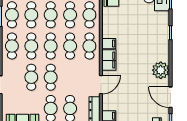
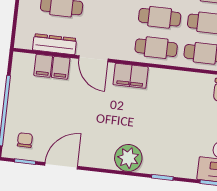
filing cabinet: (109, 44) -> (61, 68), moved
plant: (161, 70) -> (128, 158), moved

